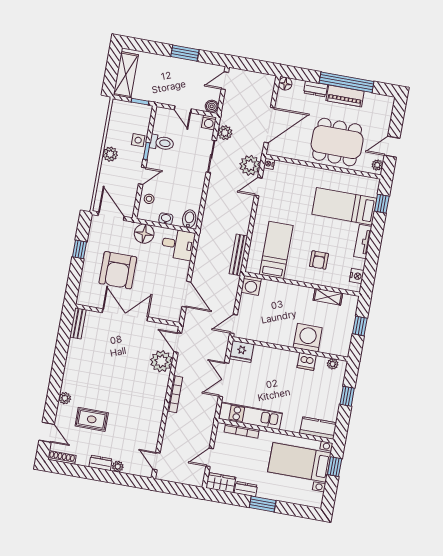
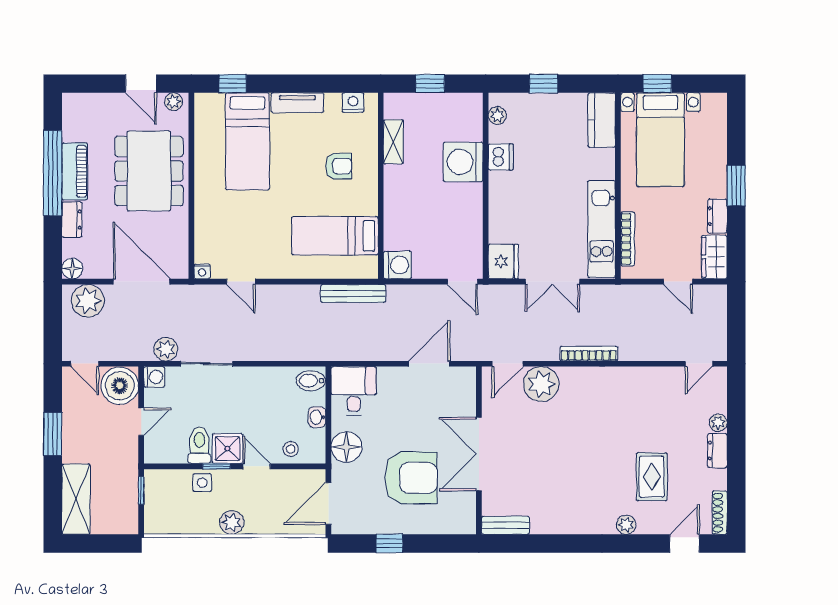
shelving: (126, 75) -> (76, 499), moved, turned 90
boiler: (212, 106) -> (120, 386), width x1.86, depth x1.86
shower: (156, 160) -> (228, 449), added
plant: (250, 165) -> (88, 301), moved

